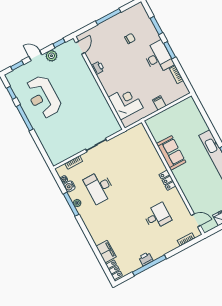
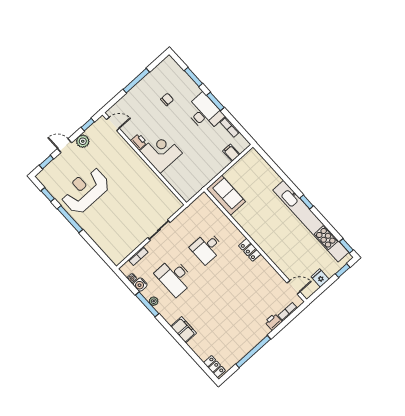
door: (80, 48) -> (113, 124), hinge flipped
reception desk: (43, 97) -> (85, 190), turned 90
corner desk: (126, 103) -> (161, 152), moved
filing cabinet: (159, 103) -> (231, 153), moved
sofa: (171, 153) -> (226, 195), moved
desk: (157, 216) -> (207, 248), moved, turned 180
filing cabinet: (106, 252) -> (184, 330), moved
printer: (146, 259) -> (273, 322), moved

